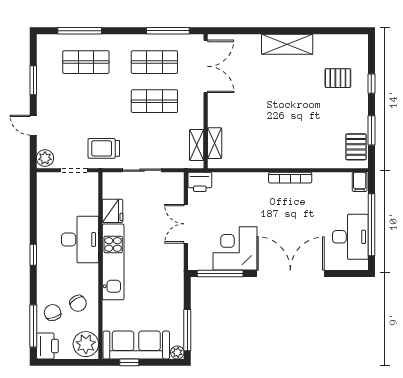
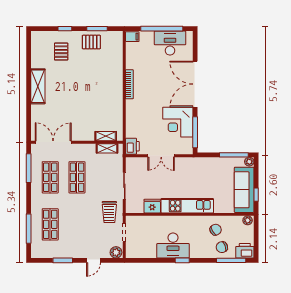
pallet: (356, 147) -> (91, 42), moved
desk: (80, 239) -> (173, 245), moved, turned 180
plant: (86, 344) -> (248, 220), width x0.53, depth x0.53

